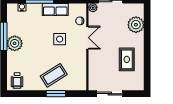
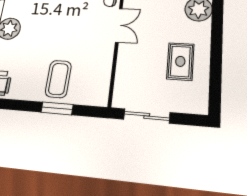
side table: (60, 39) -> (76, 25), removed
coffee table: (54, 75) -> (58, 79), turned -57

